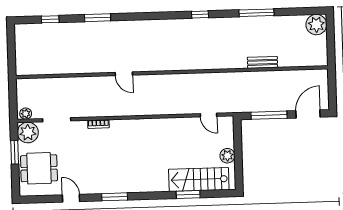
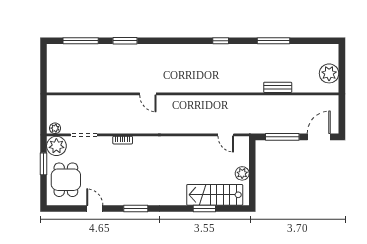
window: (50, 19) -> (81, 41), width x2.17
plant: (316, 25) -> (329, 73), moved
dining table: (39, 168) -> (66, 180), turned 90

